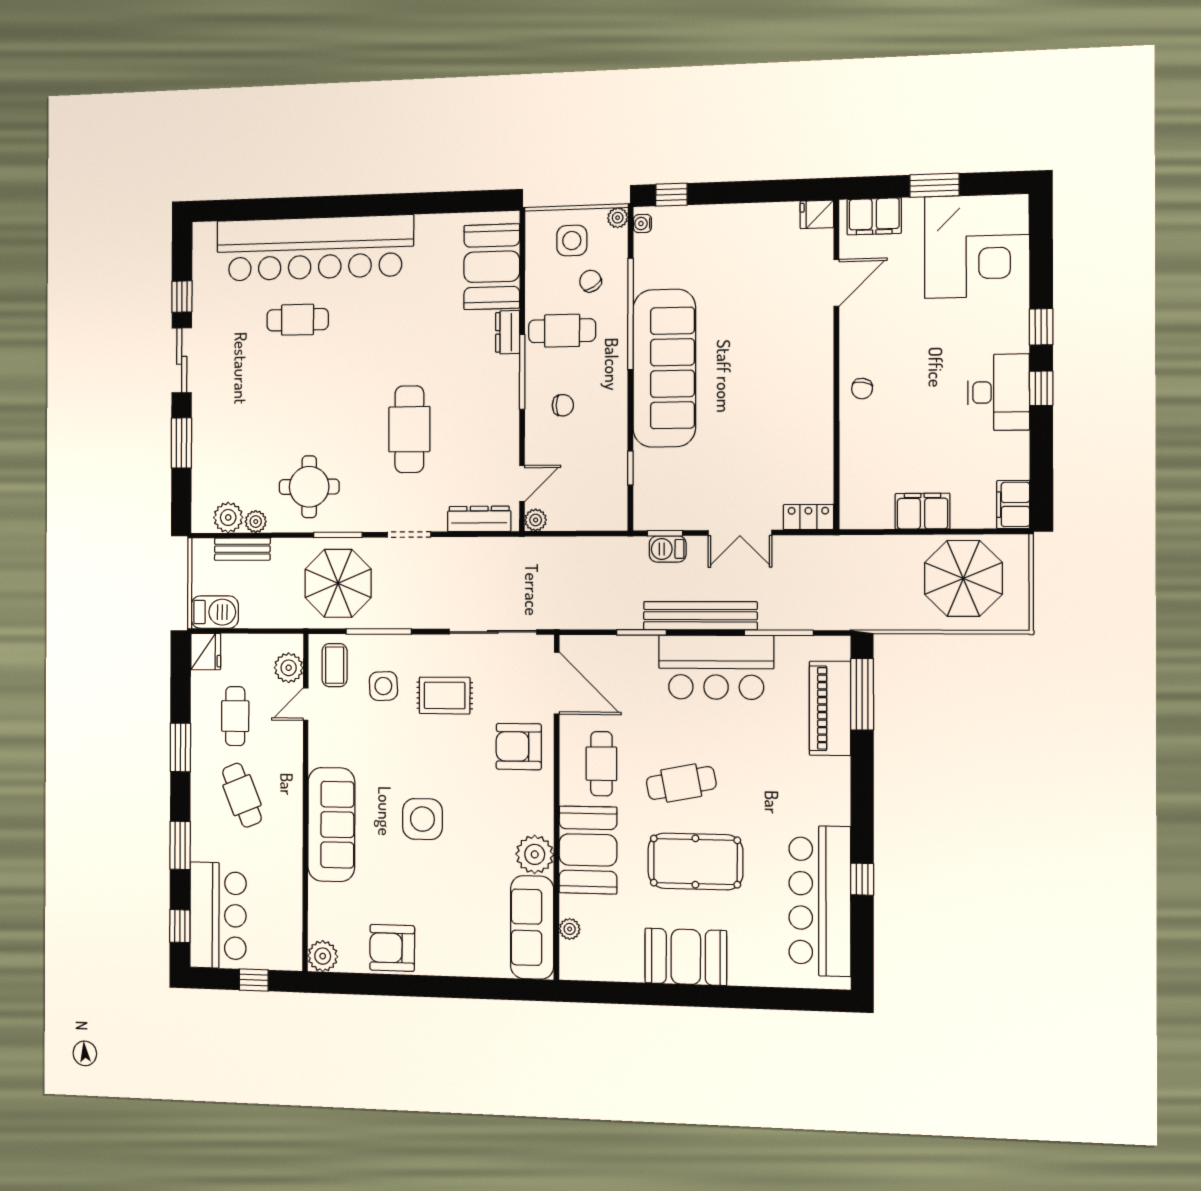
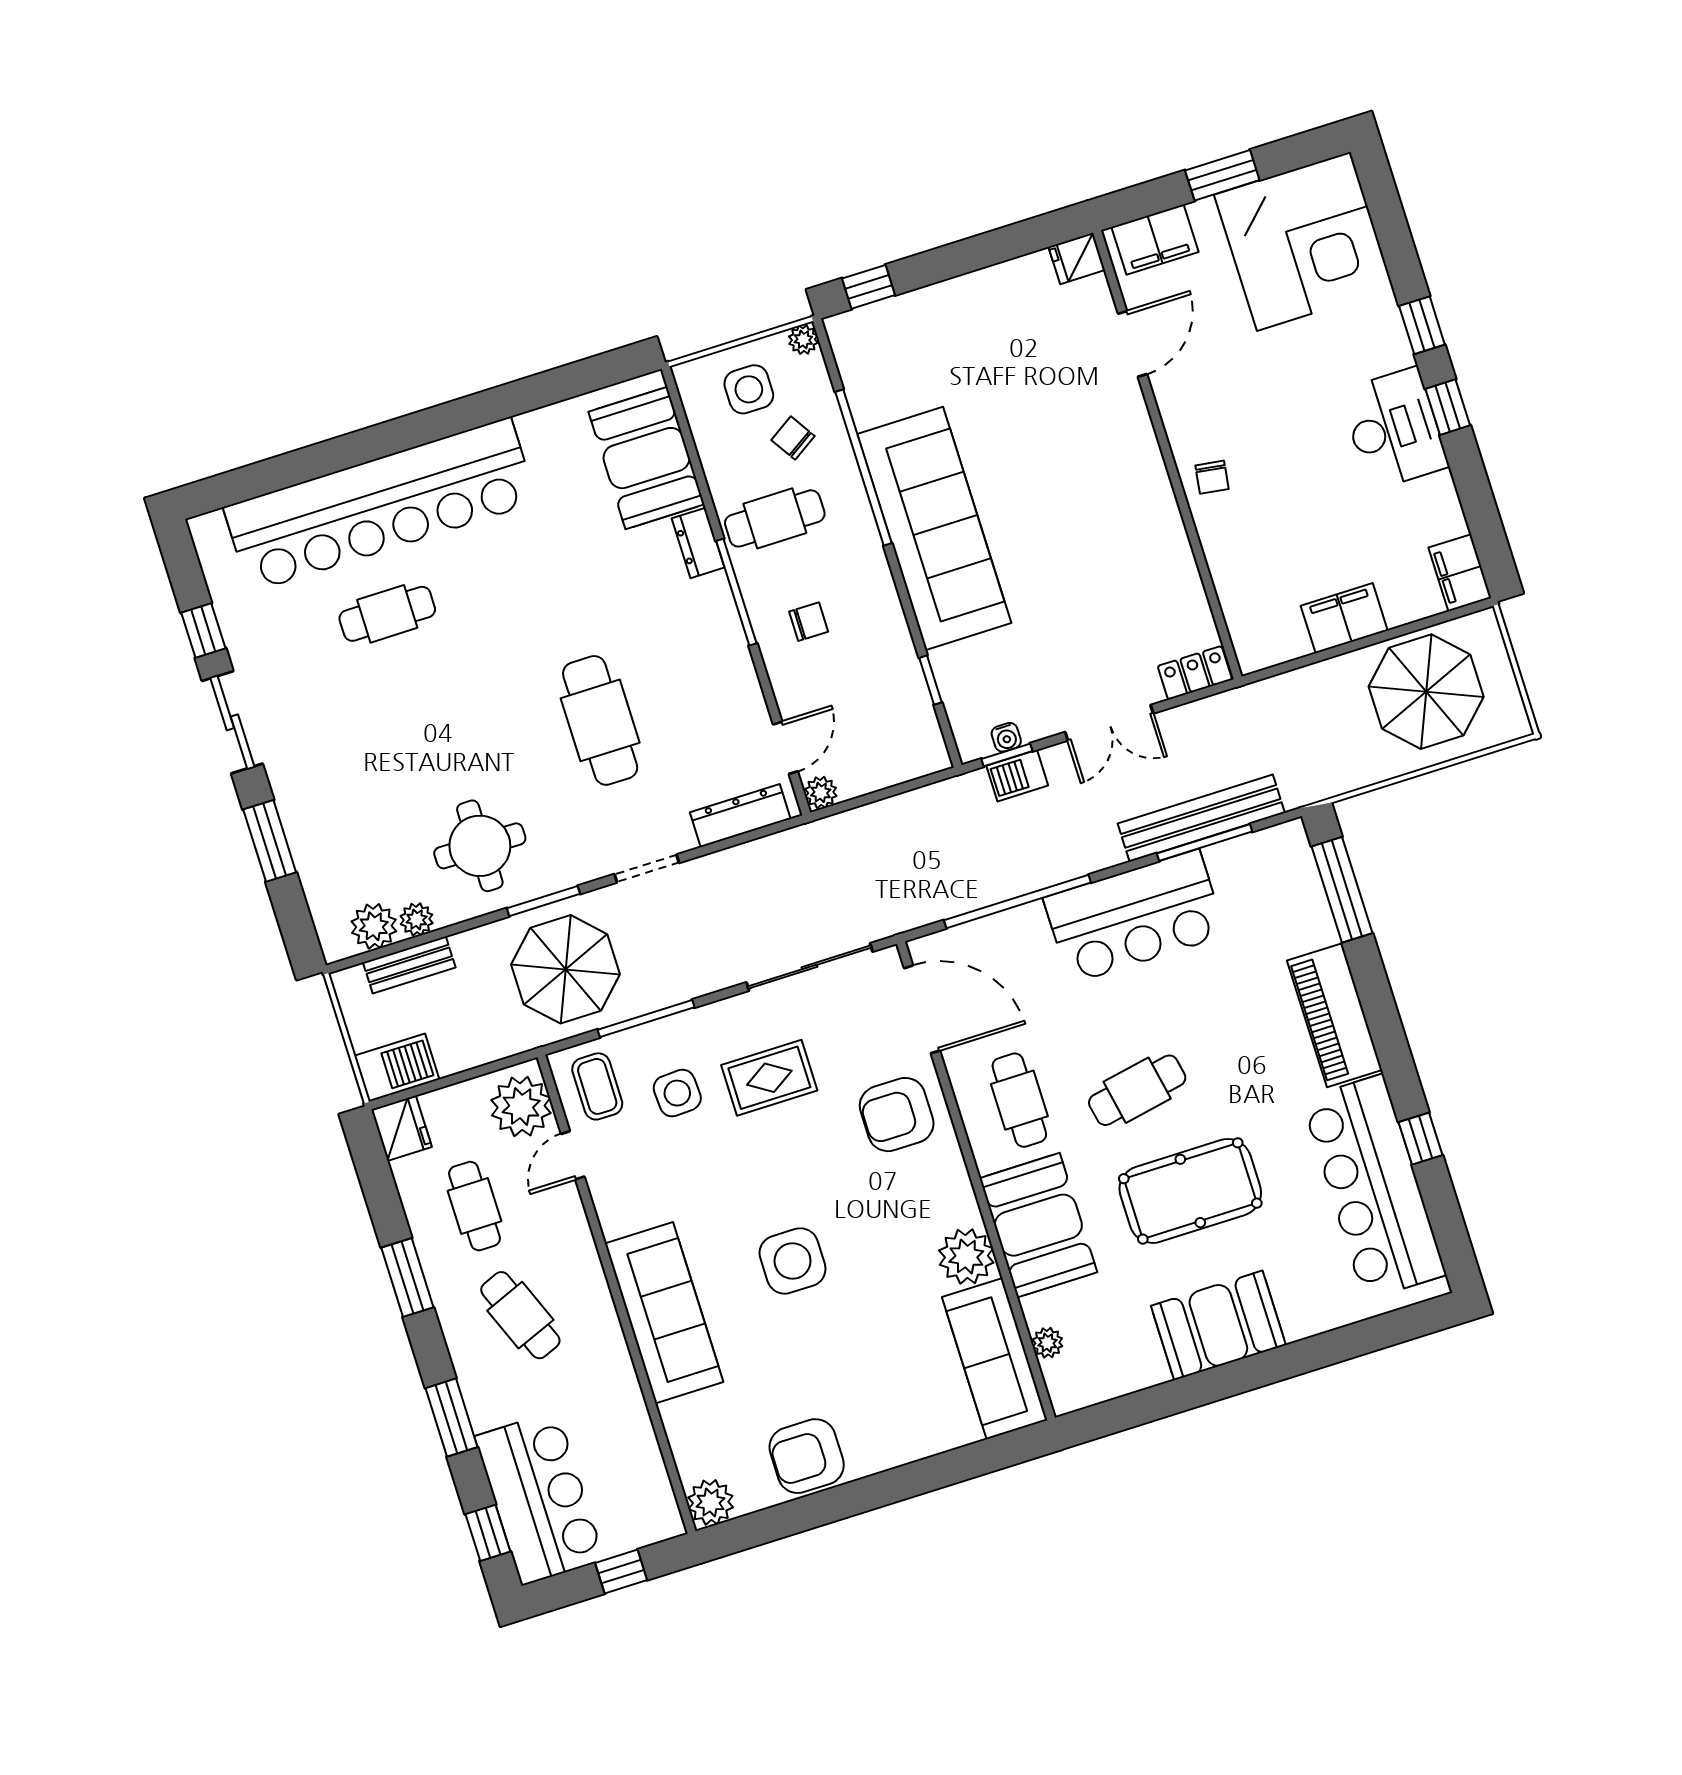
water cooler: (642, 224) -> (1006, 737), moved, turned -90
bench: (700, 616) -> (1201, 818), moved
window: (641, 632) -> (1017, 901), width x2.11
plant: (289, 668) -> (521, 1107), width x1.36, depth x1.36
piano: (830, 708) -> (1335, 1015), moved

